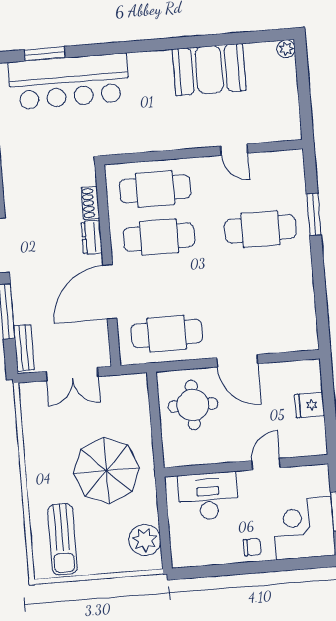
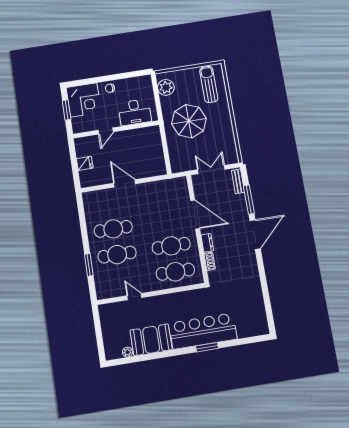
plant: (286, 49) -> (127, 352), moved
window: (45, 54) -> (207, 347), moved
bar counter: (69, 82) -> (203, 331), moved
door: (110, 292) -> (195, 215), hinge flipped
cafe table: (167, 334) -> (113, 229), moved
round table: (193, 405) -> (146, 159), removed

